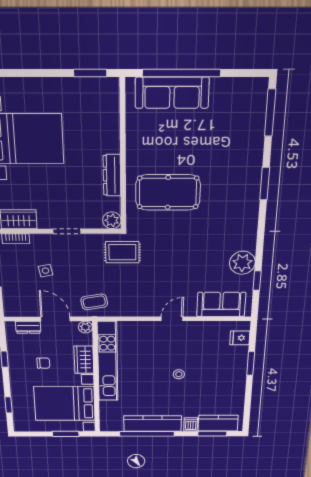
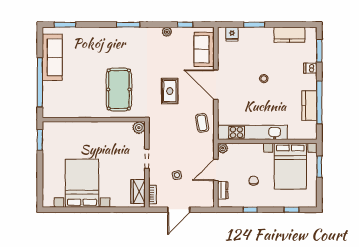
sofa: (172, 93) -> (52, 57), moved
window: (270, 113) -> (65, 25), width x0.69
dresser: (112, 175) -> (107, 127), removed
window: (265, 184) -> (128, 25), moved
rug: (122, 252) -> (170, 91), moved
plant: (242, 263) -> (167, 32), width x0.53, depth x0.53
coffee table: (94, 302) -> (202, 123), moved
door: (172, 319) -> (216, 85), width x1.88
wardrobe: (84, 360) -> (251, 150), removed
kitchen counter: (218, 423) -> (289, 35), moved, turned -90
kitchen counter: (153, 424) -> (309, 106), width x0.67

